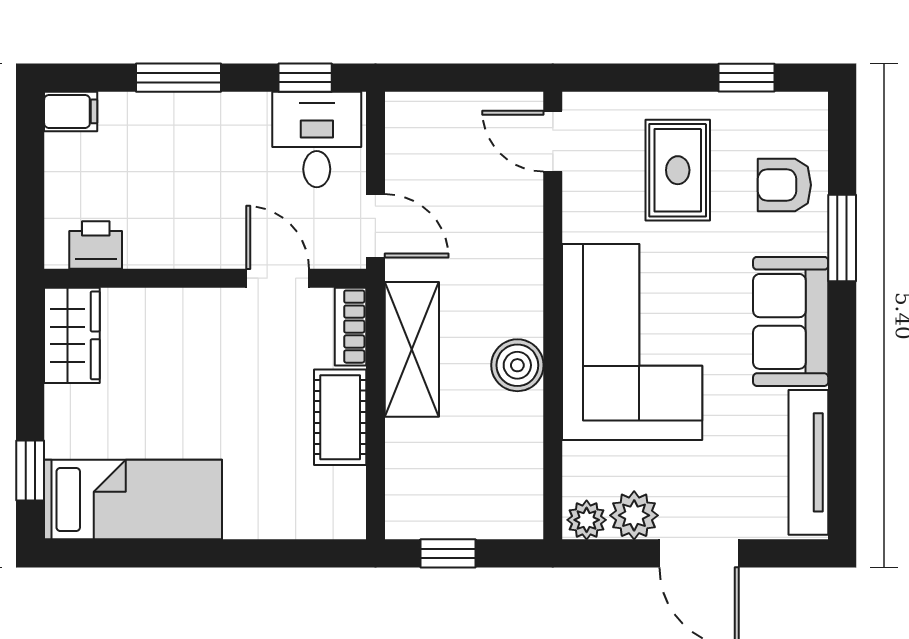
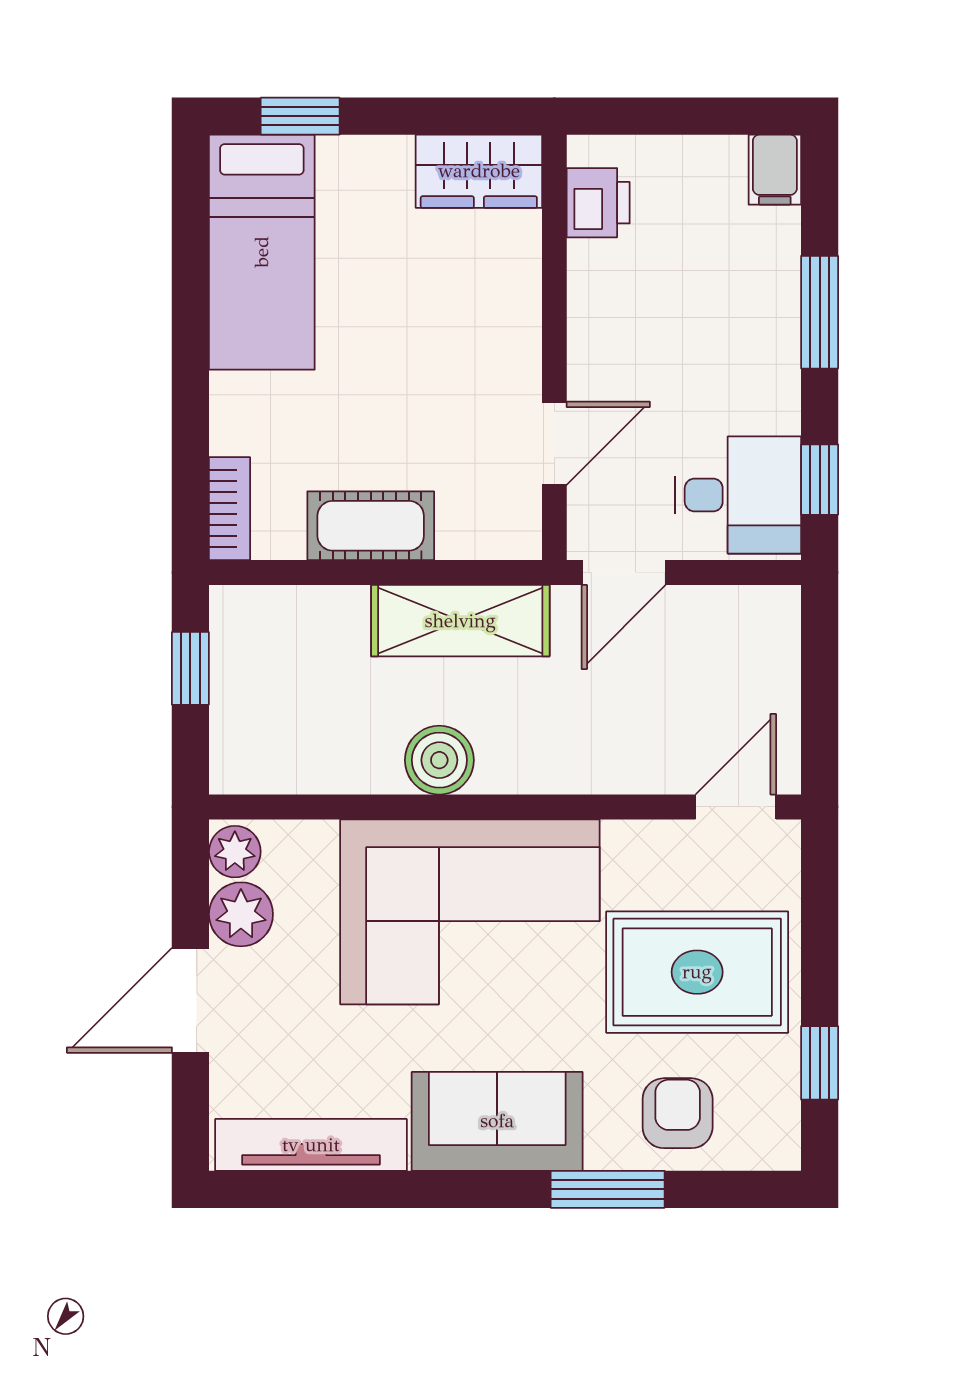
rug: (678, 170) -> (697, 972), width x1.36, depth x1.43
bookcase: (351, 327) -> (230, 509), moved, turned 90

